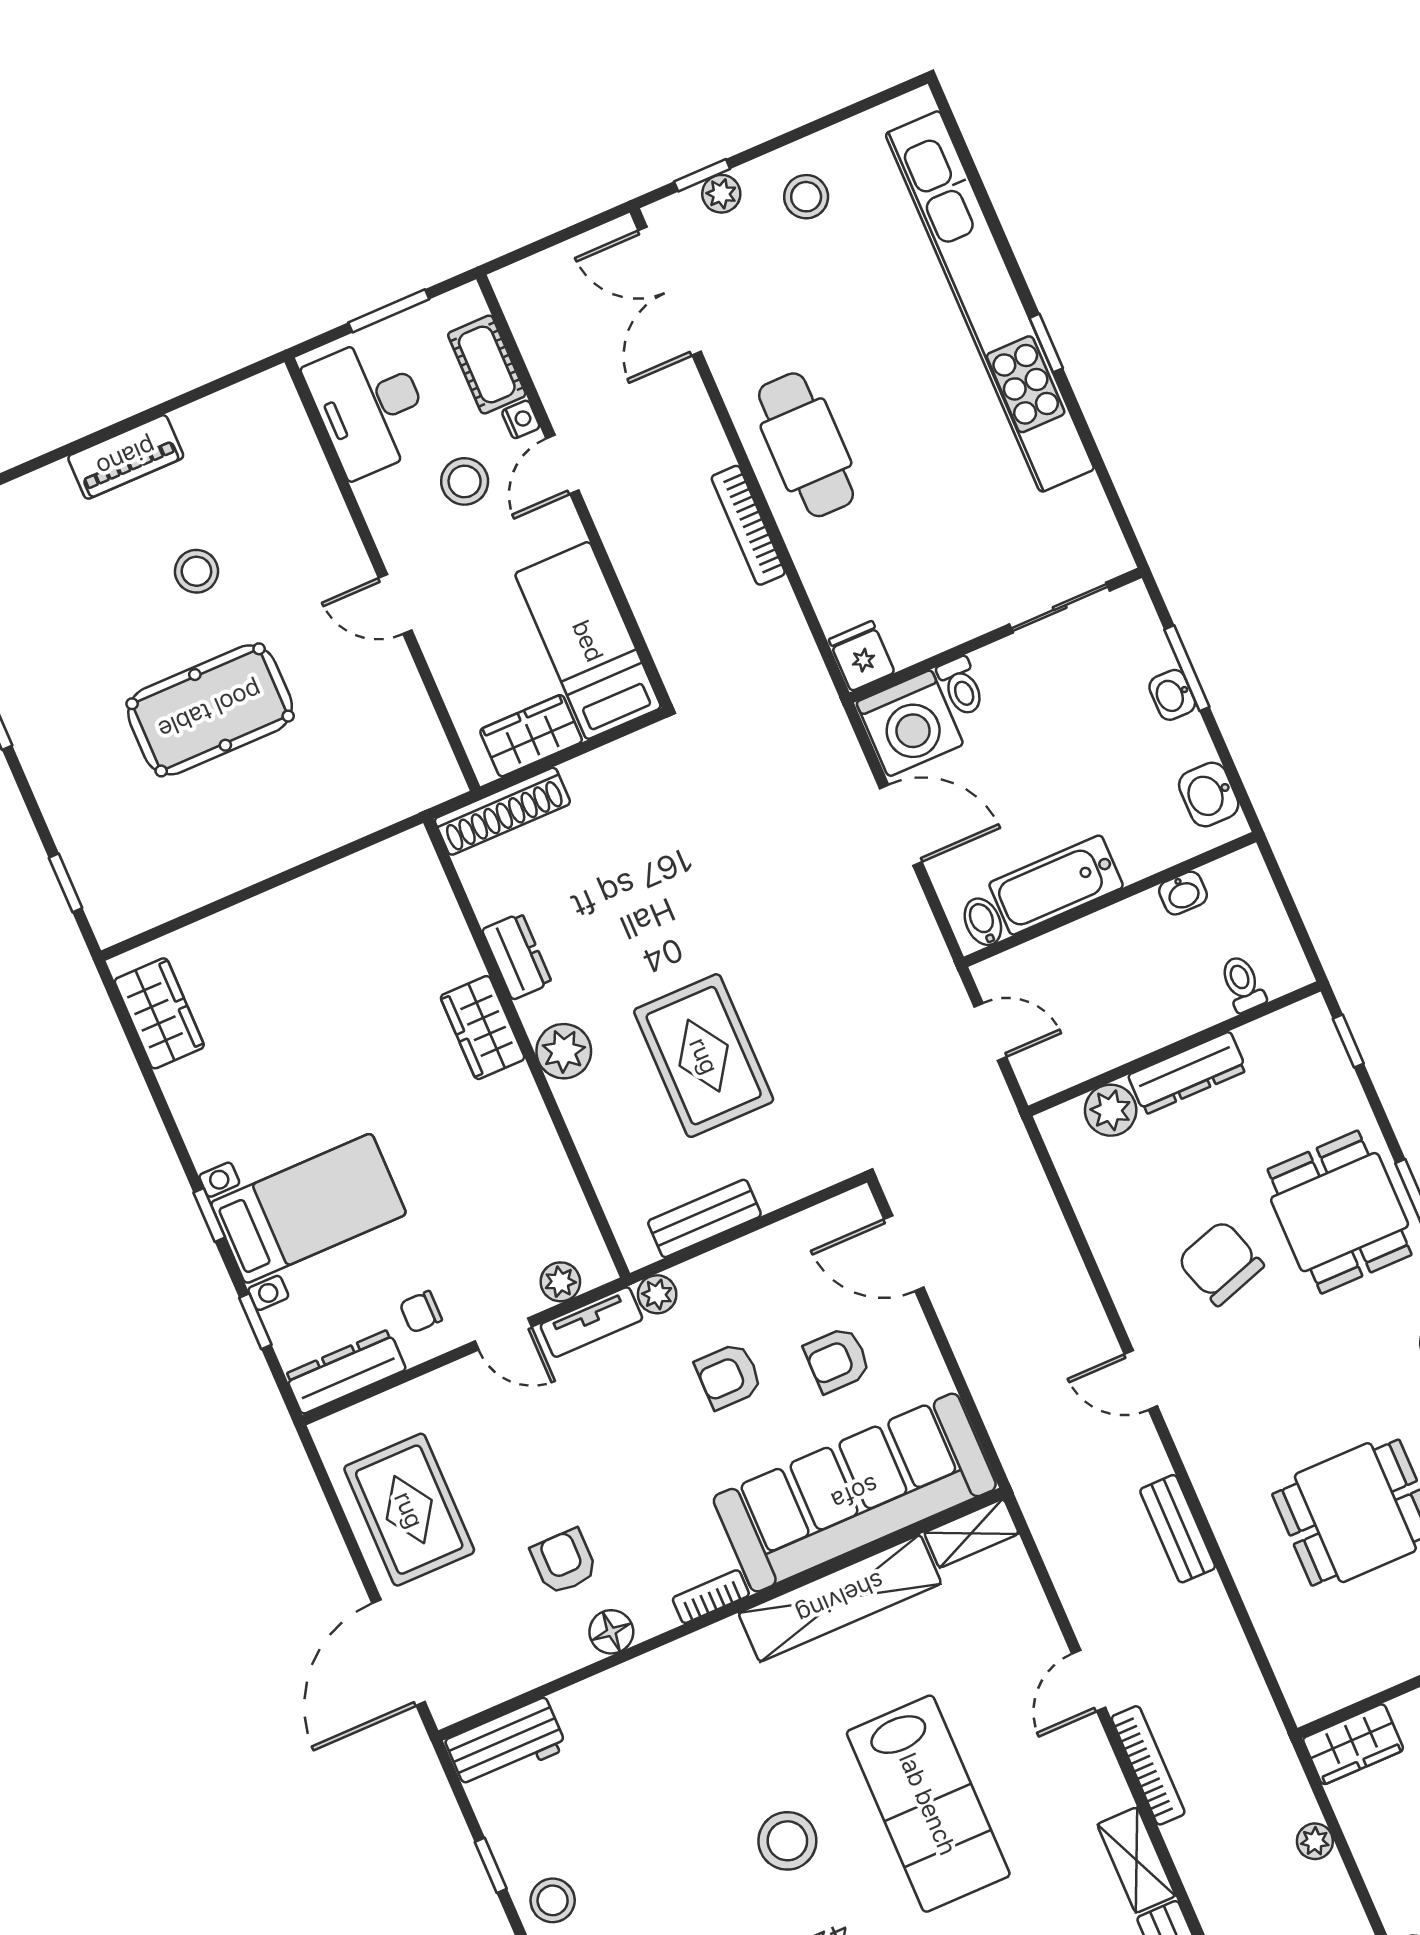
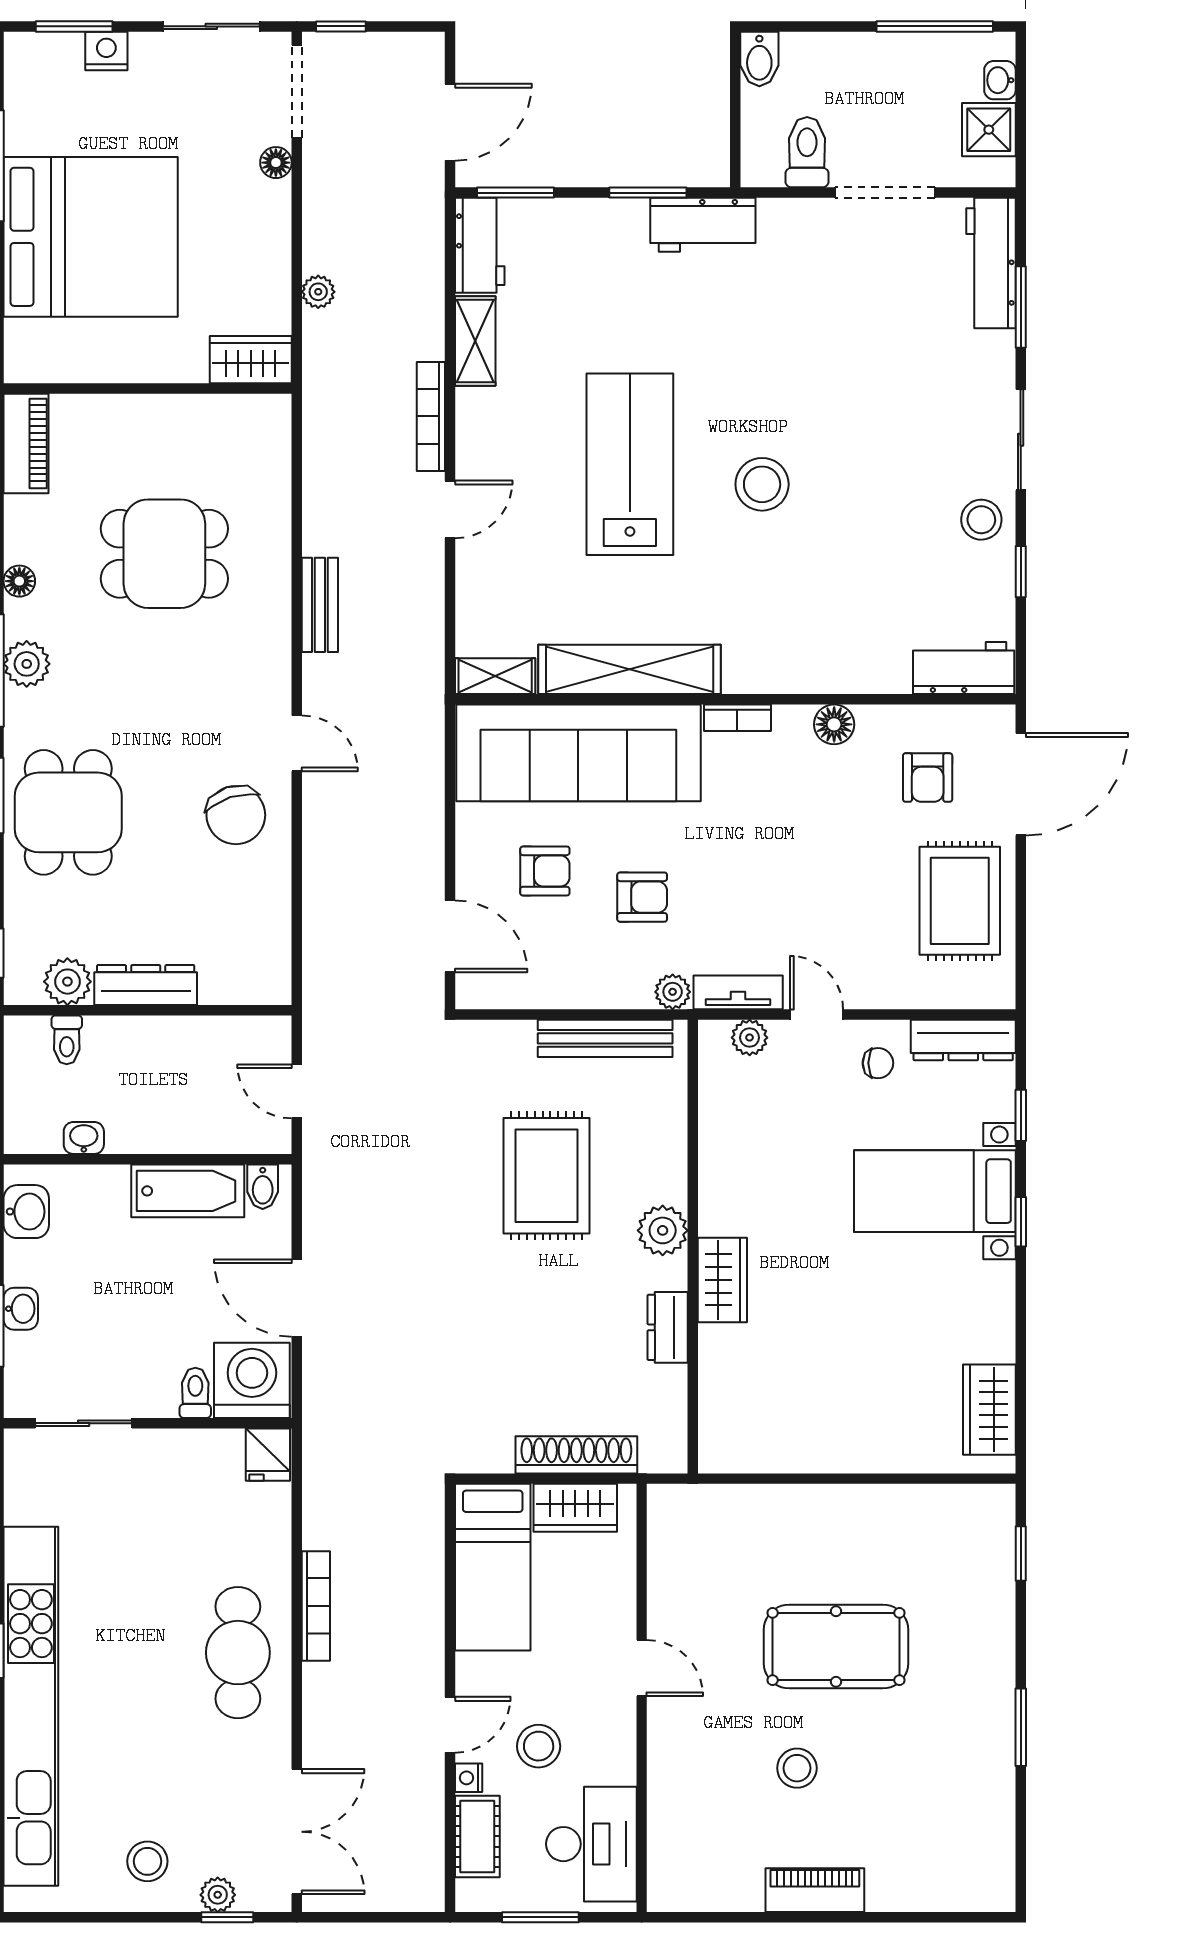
shoe rack: (502, 811) -> (576, 1455), moved
plant: (1111, 1110) -> (67, 982), moved
bench: (704, 1218) -> (605, 1038), width x1.36
chair: (1220, 1263) -> (236, 815), moved
armchair: (564, 1562) -> (928, 777), moved

